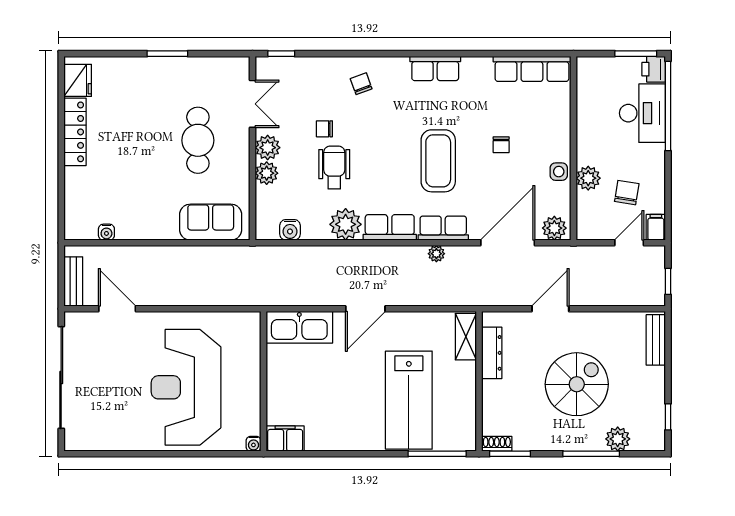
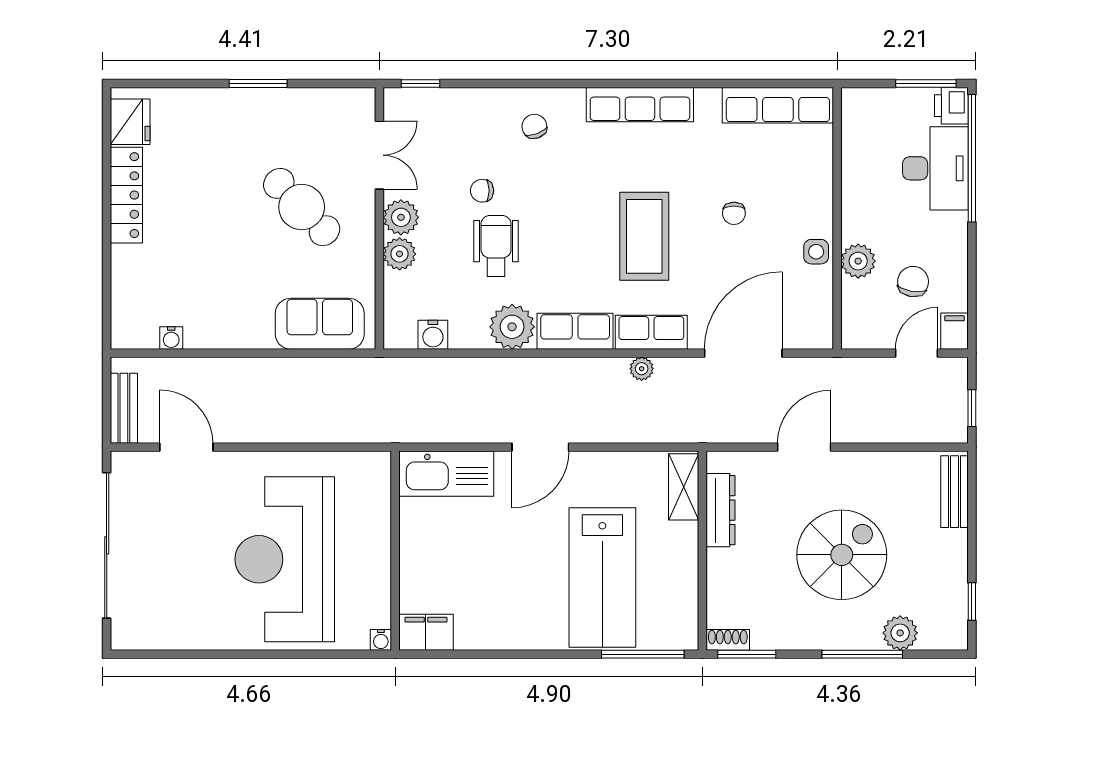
row of seats: (435, 68) -> (640, 105), width x1.48
cafe table: (198, 140) -> (302, 207), turned -44
plant: (554, 228) -> (810, 332), removed

